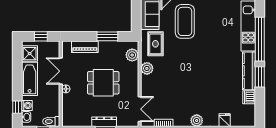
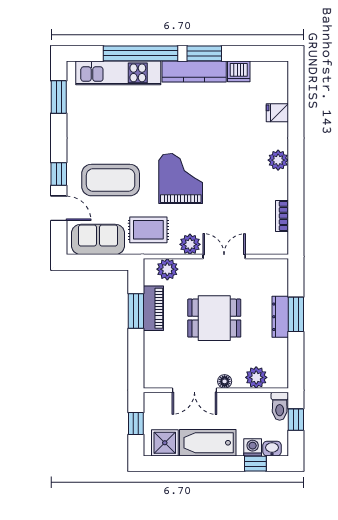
piano: (85, 47) -> (153, 308), moved
grand piano: (186, 63) -> (181, 178), added
dining table: (103, 83) -> (214, 318), turned 90
plant: (68, 108) -> (256, 377), added
double door: (140, 109) -> (224, 257), moved

